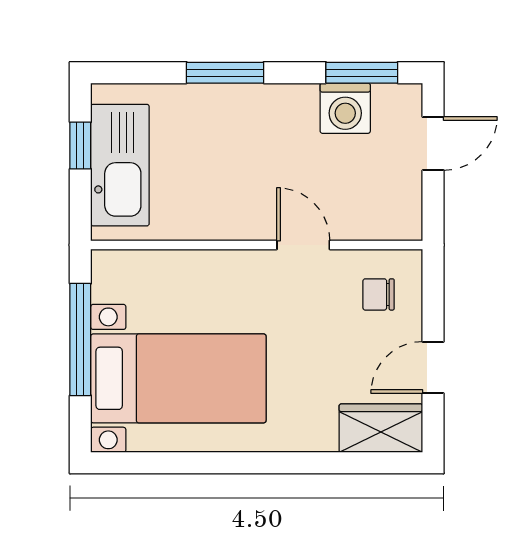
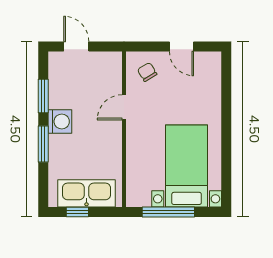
window: (362, 73) -> (43, 96), moved
washing machine: (345, 108) -> (60, 122), moved
chair: (379, 294) -> (147, 72), turned 149
wardrobe: (381, 428) -> (210, 71), removed

